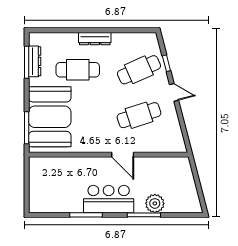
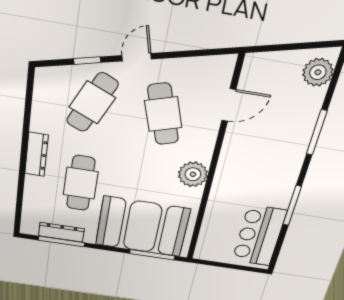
cafe table: (139, 70) -> (92, 102), turned 48
plant: (98, 143) -> (193, 174), added
door: (123, 155) -> (229, 105), moved
bar counter: (109, 199) -> (259, 236), moved
plant: (155, 203) -> (318, 72), moved

